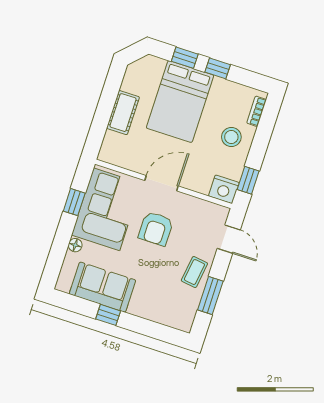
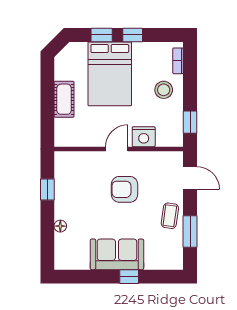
door: (162, 183) -> (117, 149), width x0.73
nightstand: (224, 189) -> (144, 137), moved
corner sofa: (107, 209) -> (77, 187), removed
armchair: (156, 229) -> (125, 189), turned 90
sofa: (102, 287) -> (117, 254), moved
window: (108, 315) -> (129, 277), moved

